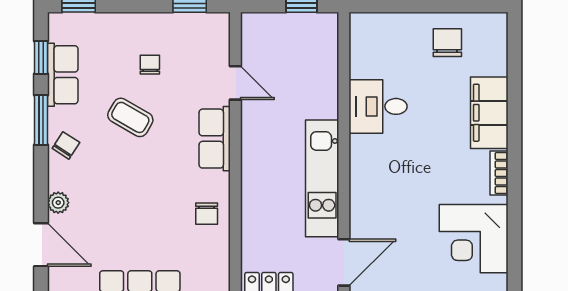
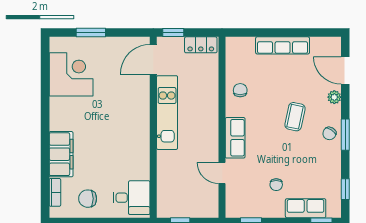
chair: (447, 43) -> (88, 199), turned 90
row of seats: (63, 75) -> (306, 208), moved, turned 90
desk: (378, 106) -> (132, 198), moved
coffee table: (130, 117) -> (295, 117), moved, turned 72
window: (41, 120) -> (345, 135), moved
bookcase: (499, 173) -> (55, 192), moved

